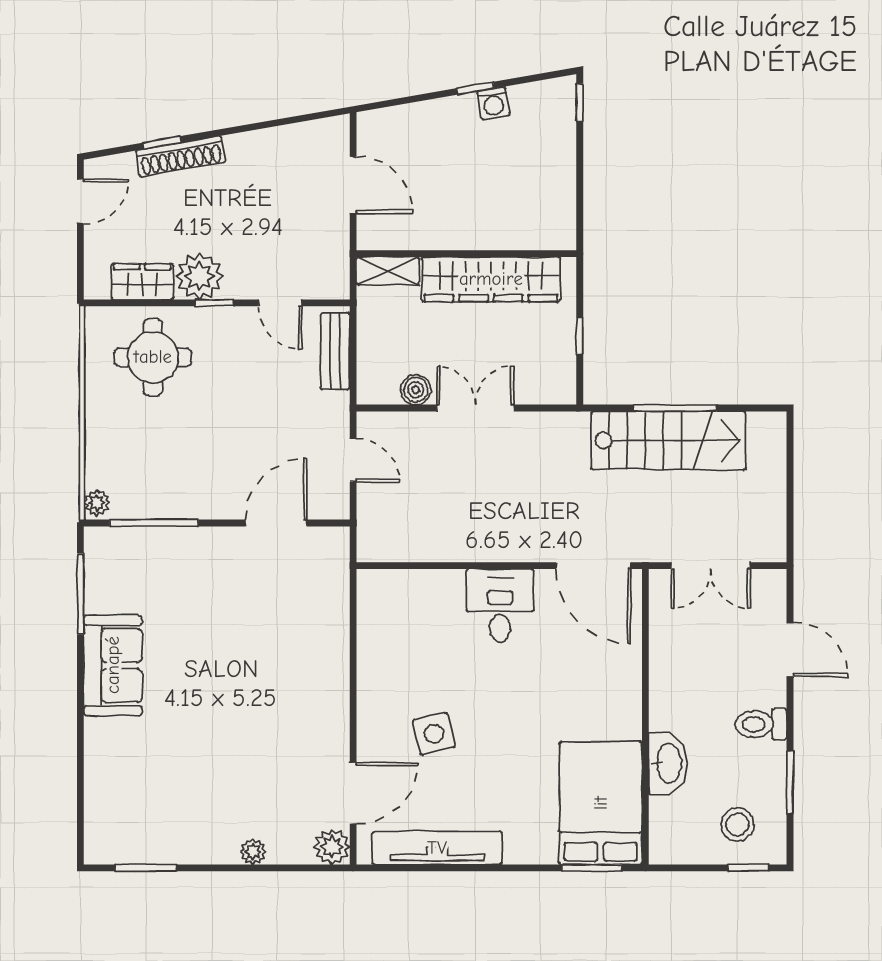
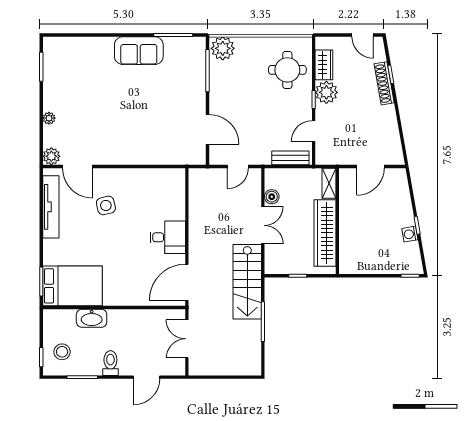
stairs: (668, 440) -> (247, 282), moved
plant: (97, 503) -> (223, 48), width x1.87, depth x1.87

